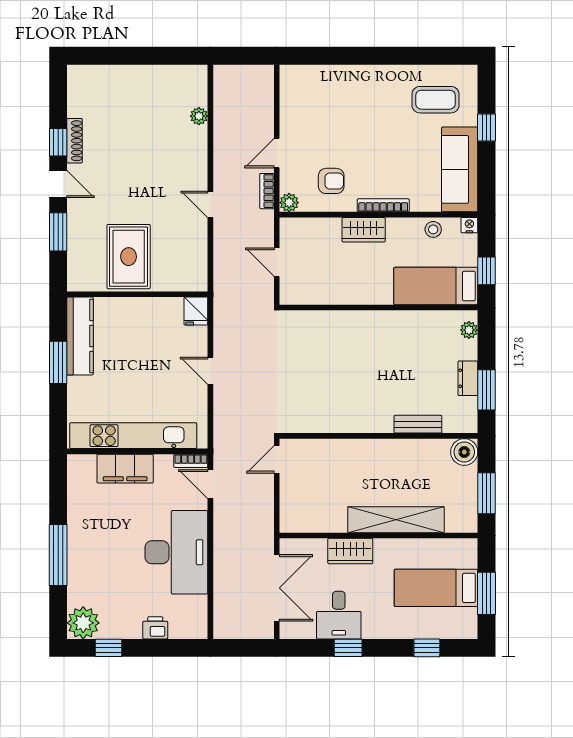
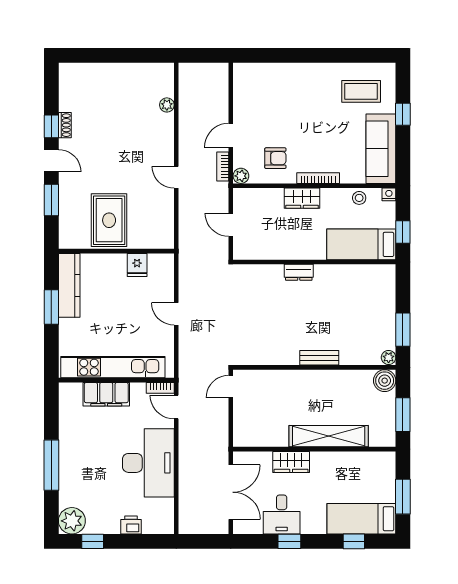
shoe rack: (75, 141) -> (65, 125), width x0.70
fridge: (196, 311) -> (137, 265), moved
plant: (469, 330) -> (389, 357), moved
dresser: (468, 378) -> (299, 272), moved, turned -90
bench: (418, 424) -> (319, 358), moved
bed: (436, 588) -> (361, 519), moved

